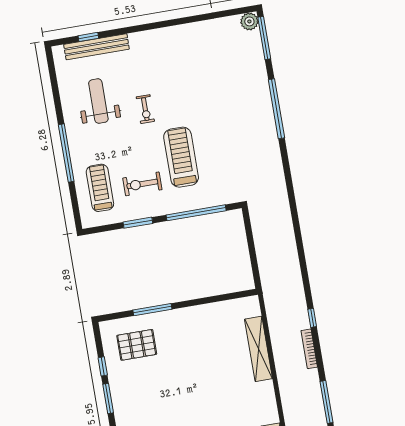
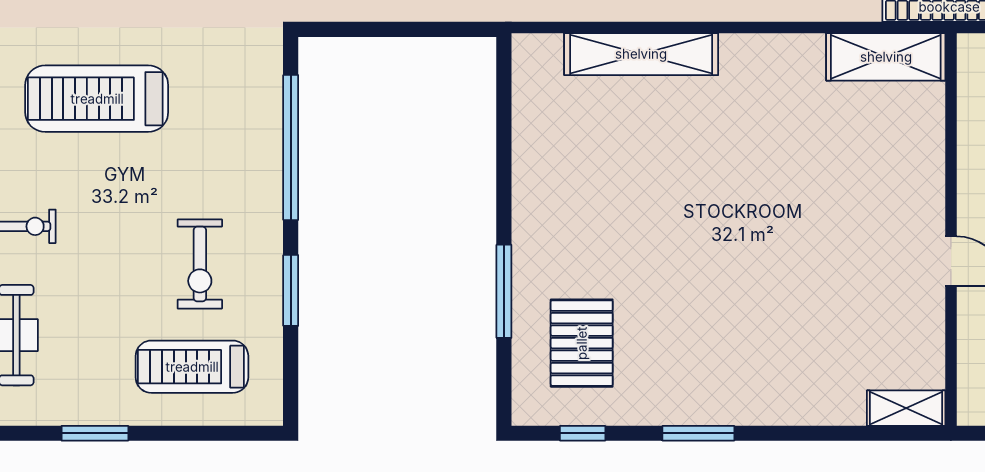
window: (66, 153) -> (95, 433), width x0.47
treadmill: (181, 157) -> (97, 99), moved
window: (103, 366) -> (583, 433), moved

